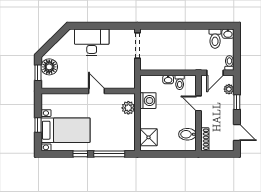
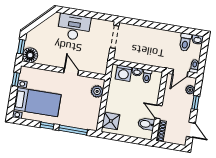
floor lamp: (49, 67) -> (30, 55), moved
washing machine: (148, 101) -> (124, 73), moved, turned 90
door: (198, 103) -> (158, 112), moved
window: (38, 125) -> (16, 79), moved

